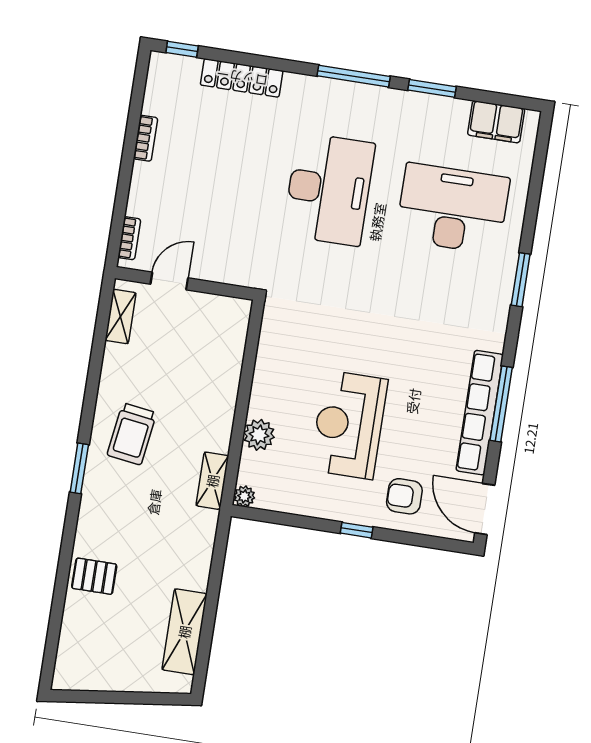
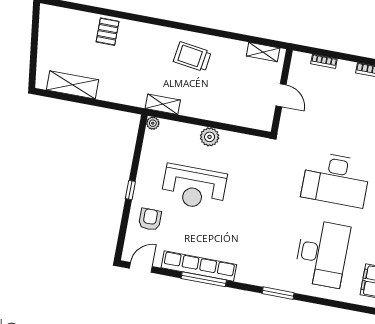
bookcase: (129, 238) -> (324, 61), moved
door: (169, 281) -> (281, 95), moved
reception desk: (349, 425) -> (194, 187), turned 180
plant: (259, 435) -> (210, 137), moved
window: (79, 468) -> (173, 25), removed
door: (485, 509) -> (141, 267), width x0.73

